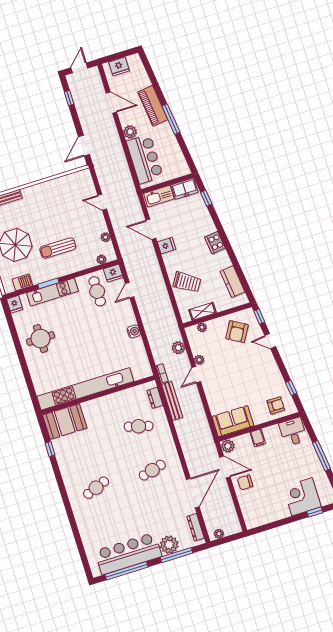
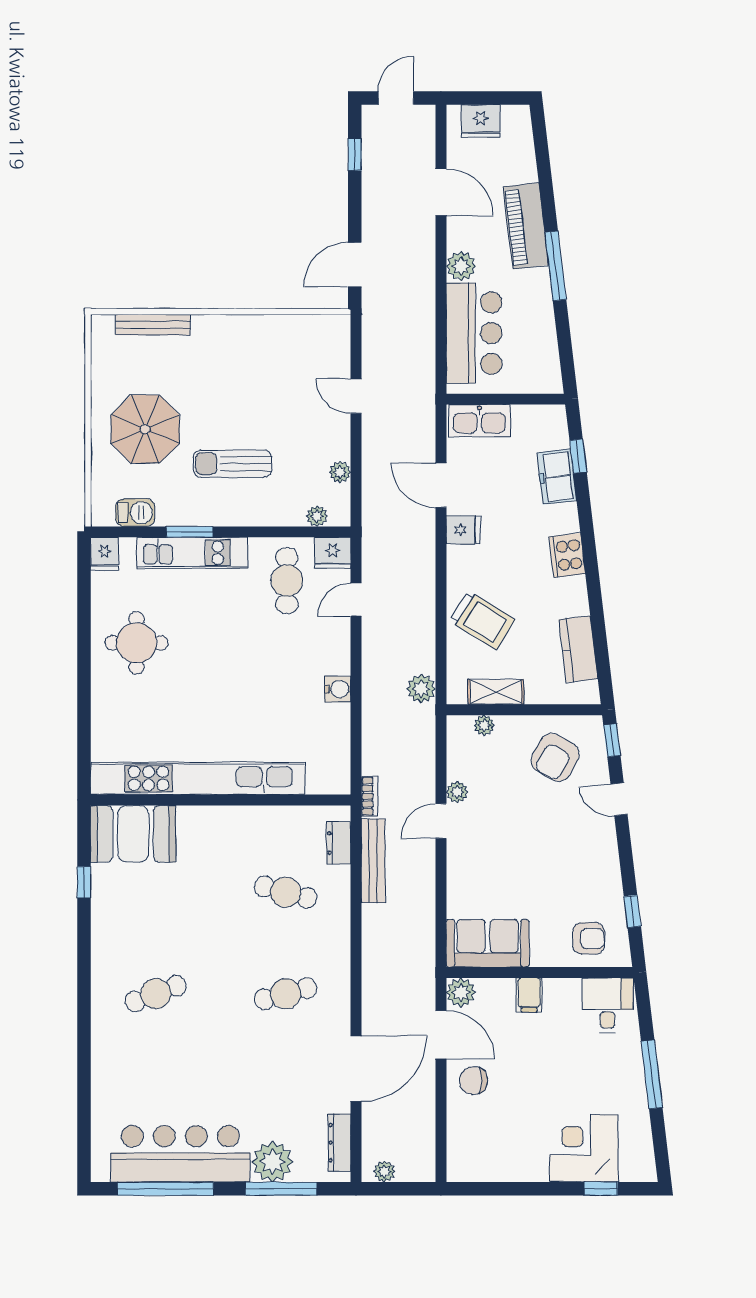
freezer: (184, 189) -> (557, 477), moved, turned 83
plant: (178, 348) -> (421, 689), moved

